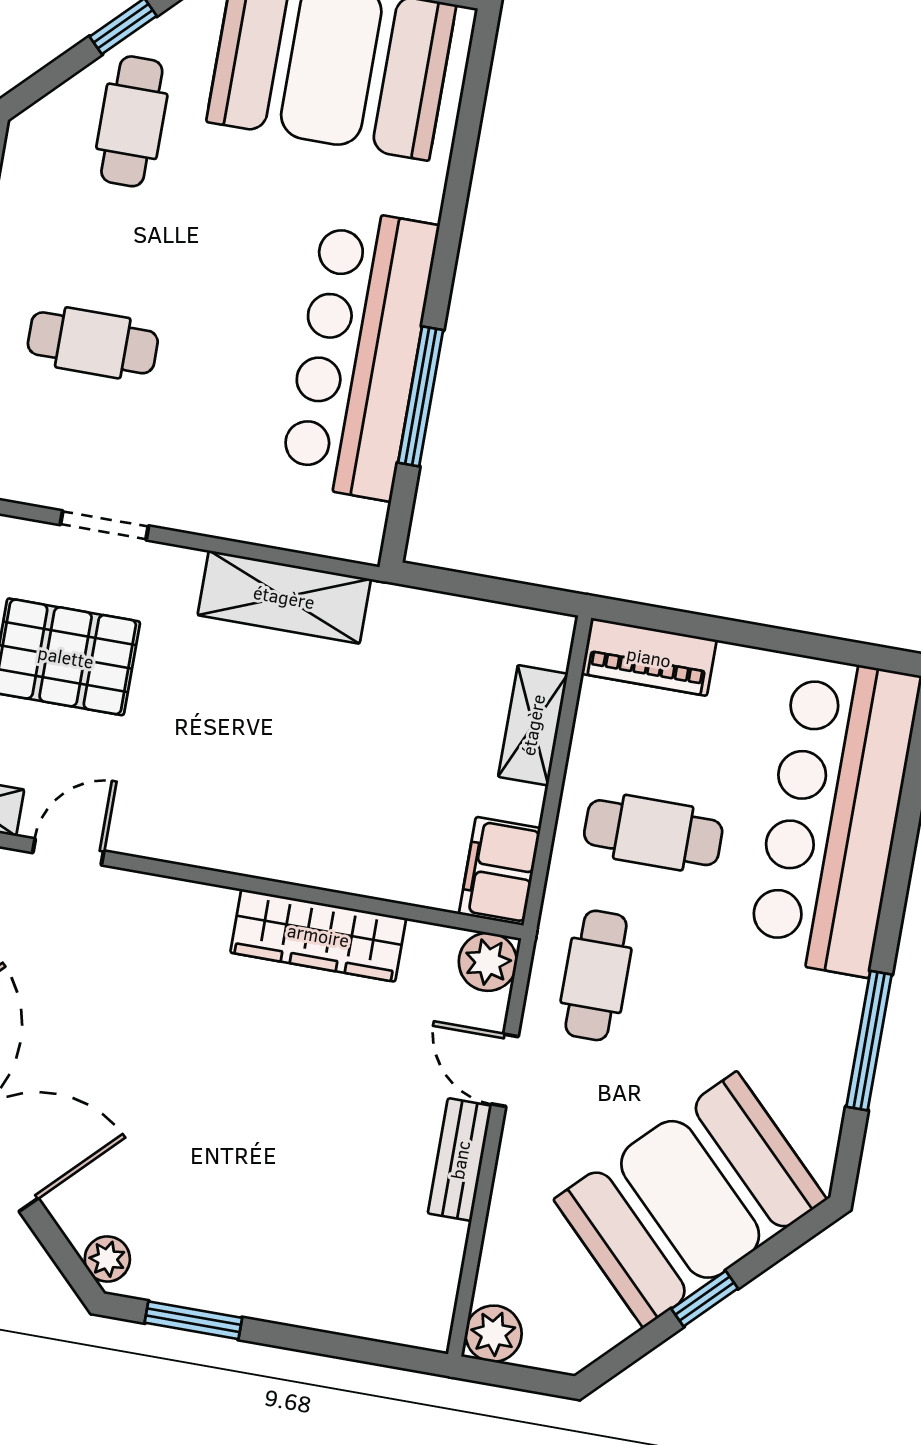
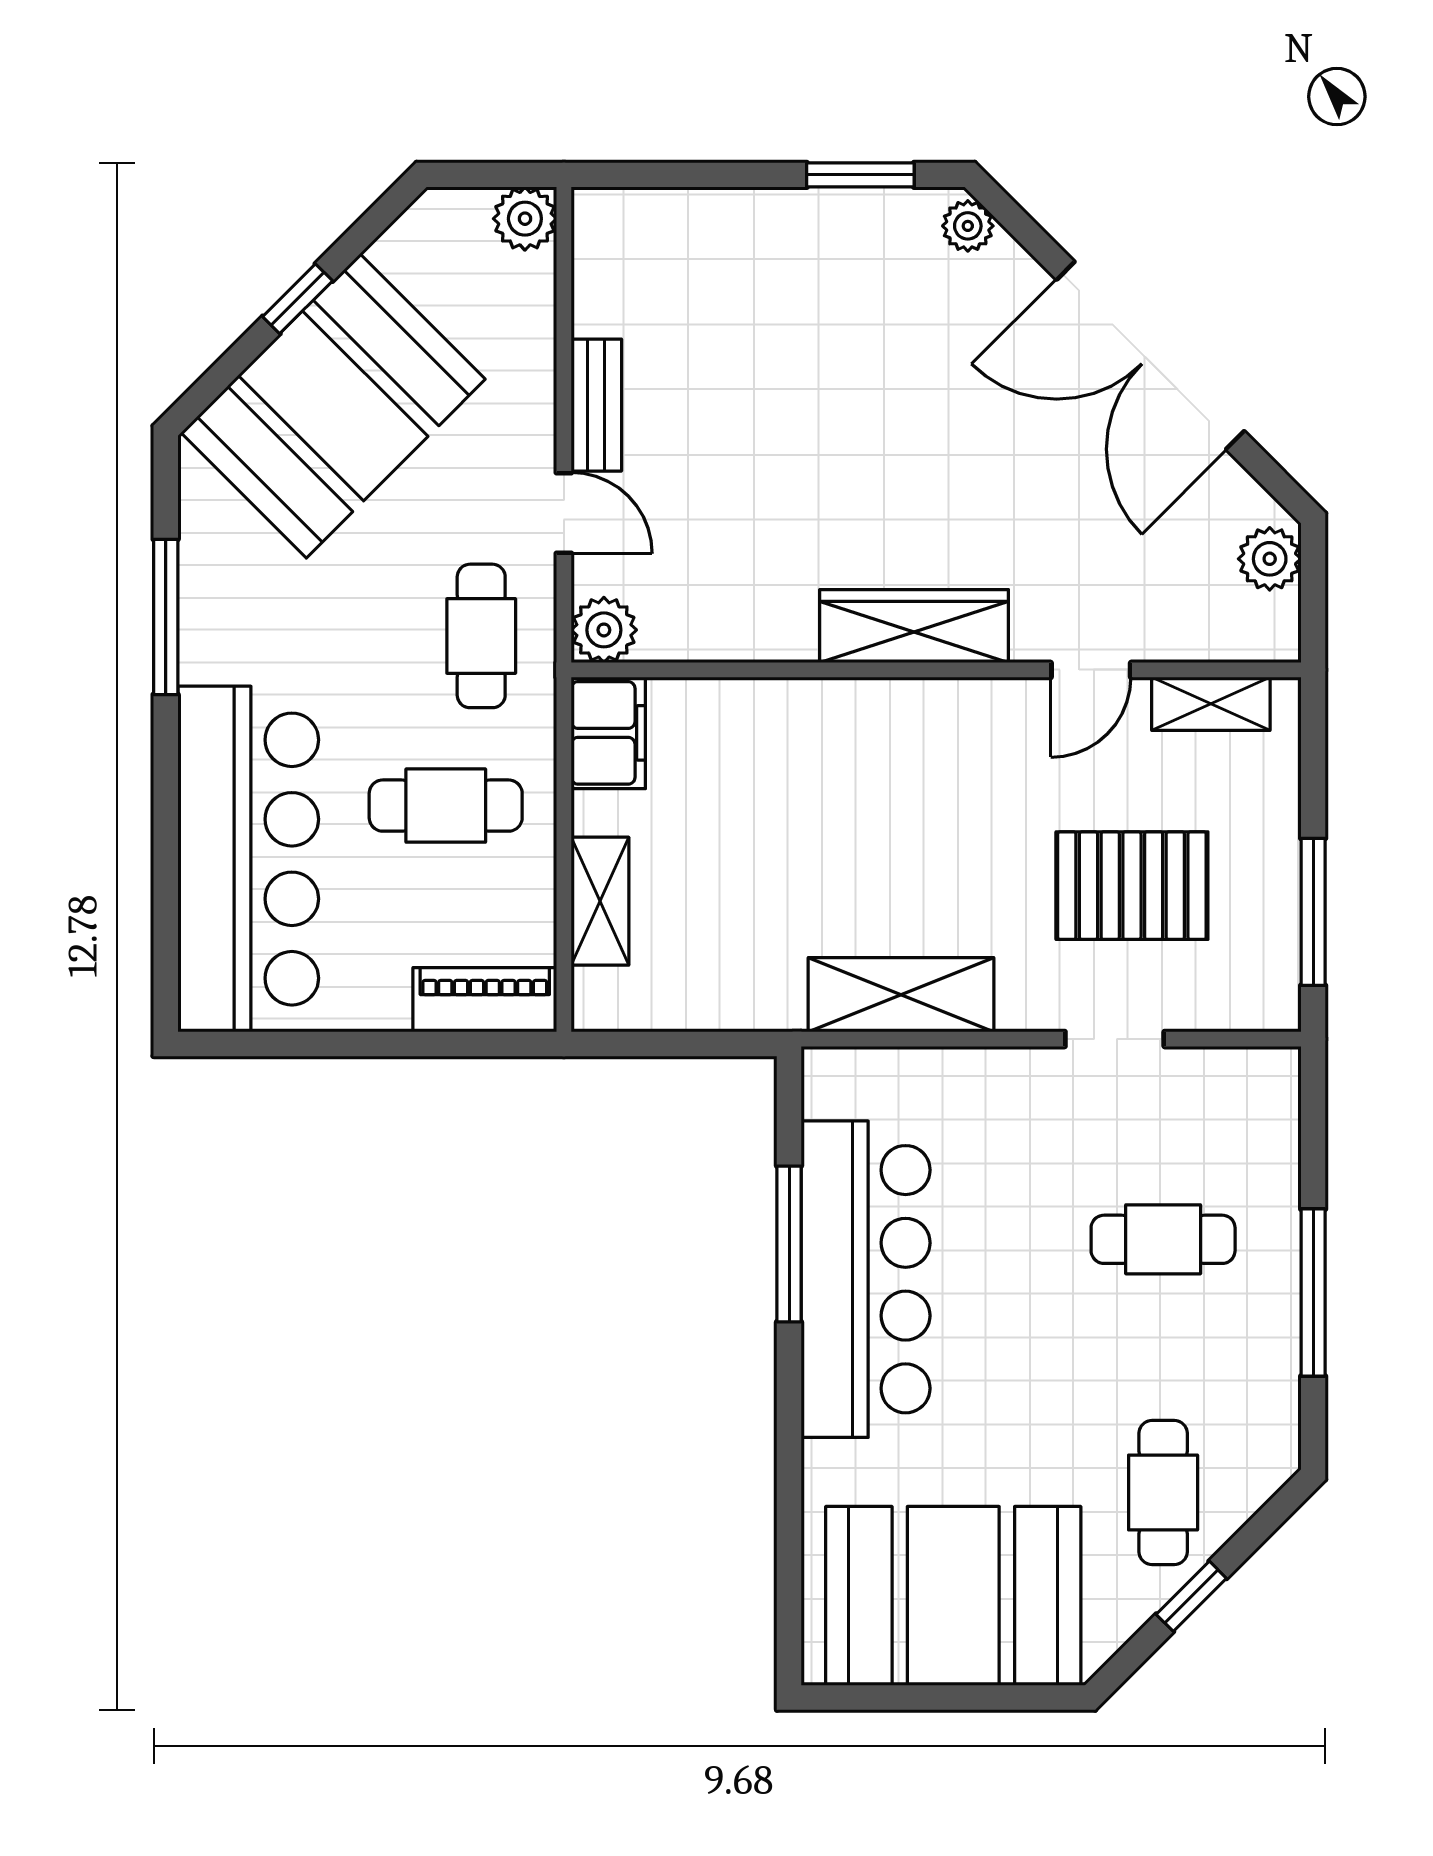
wardrobe: (318, 935) -> (914, 626), moved

